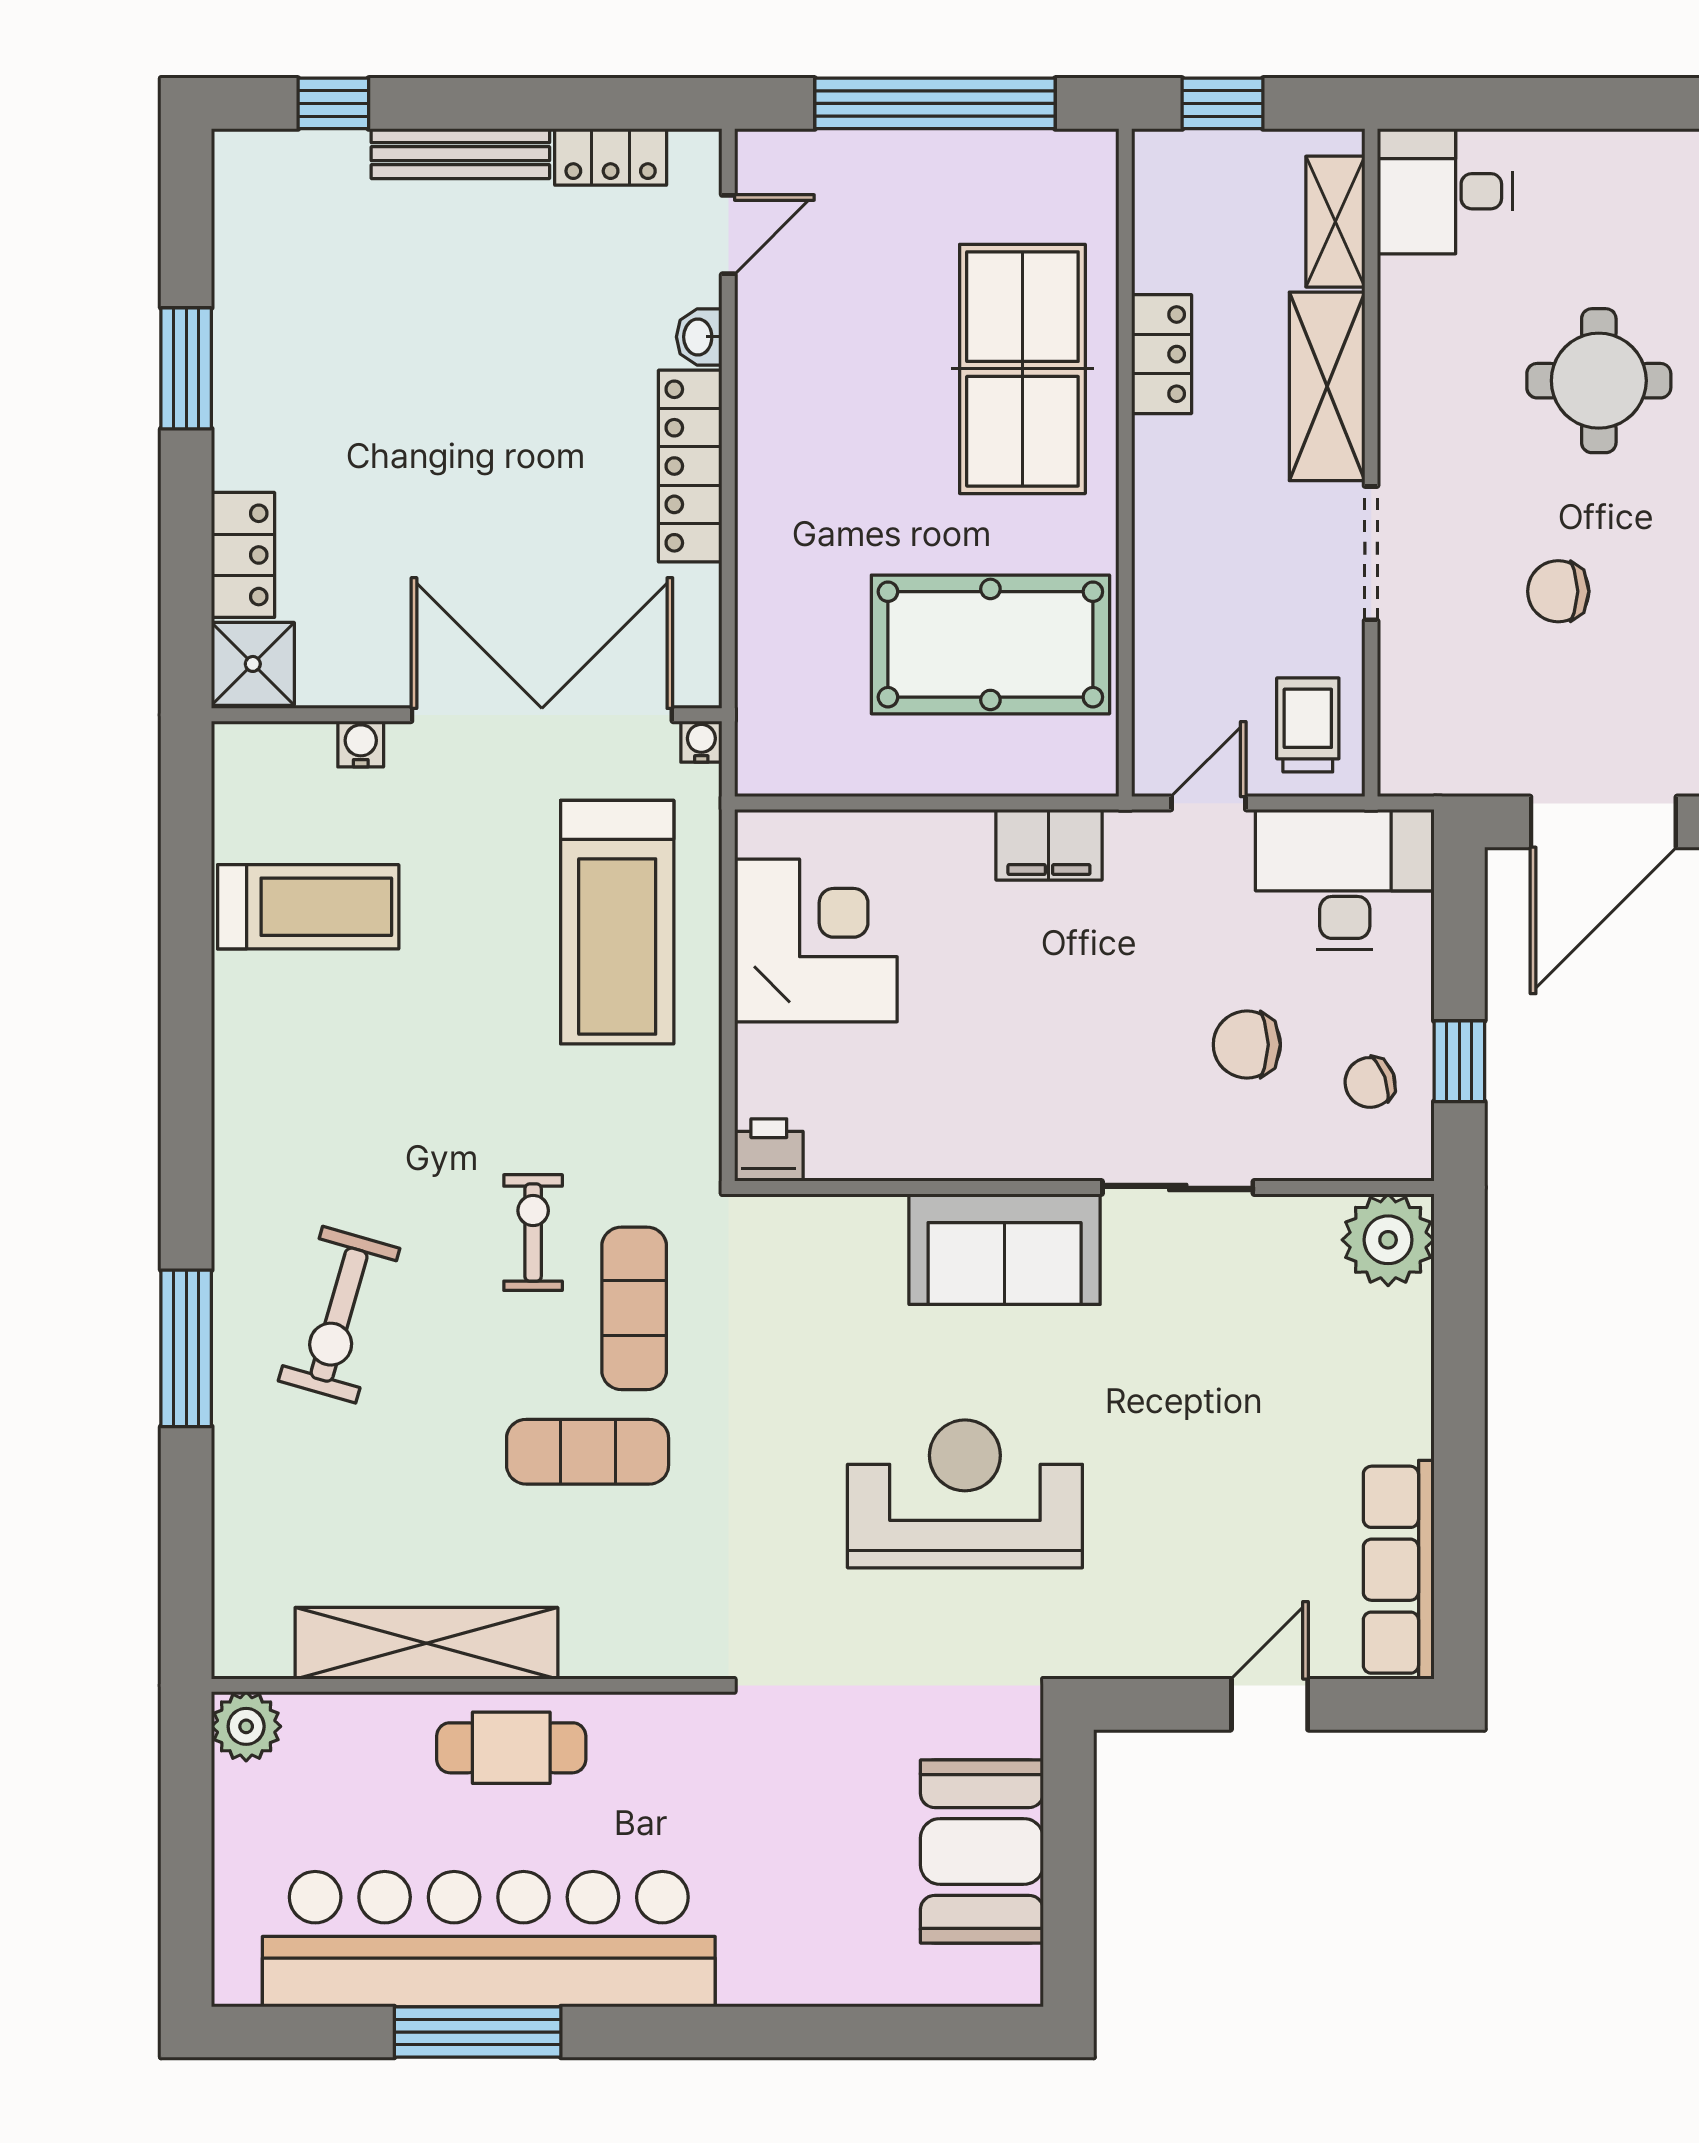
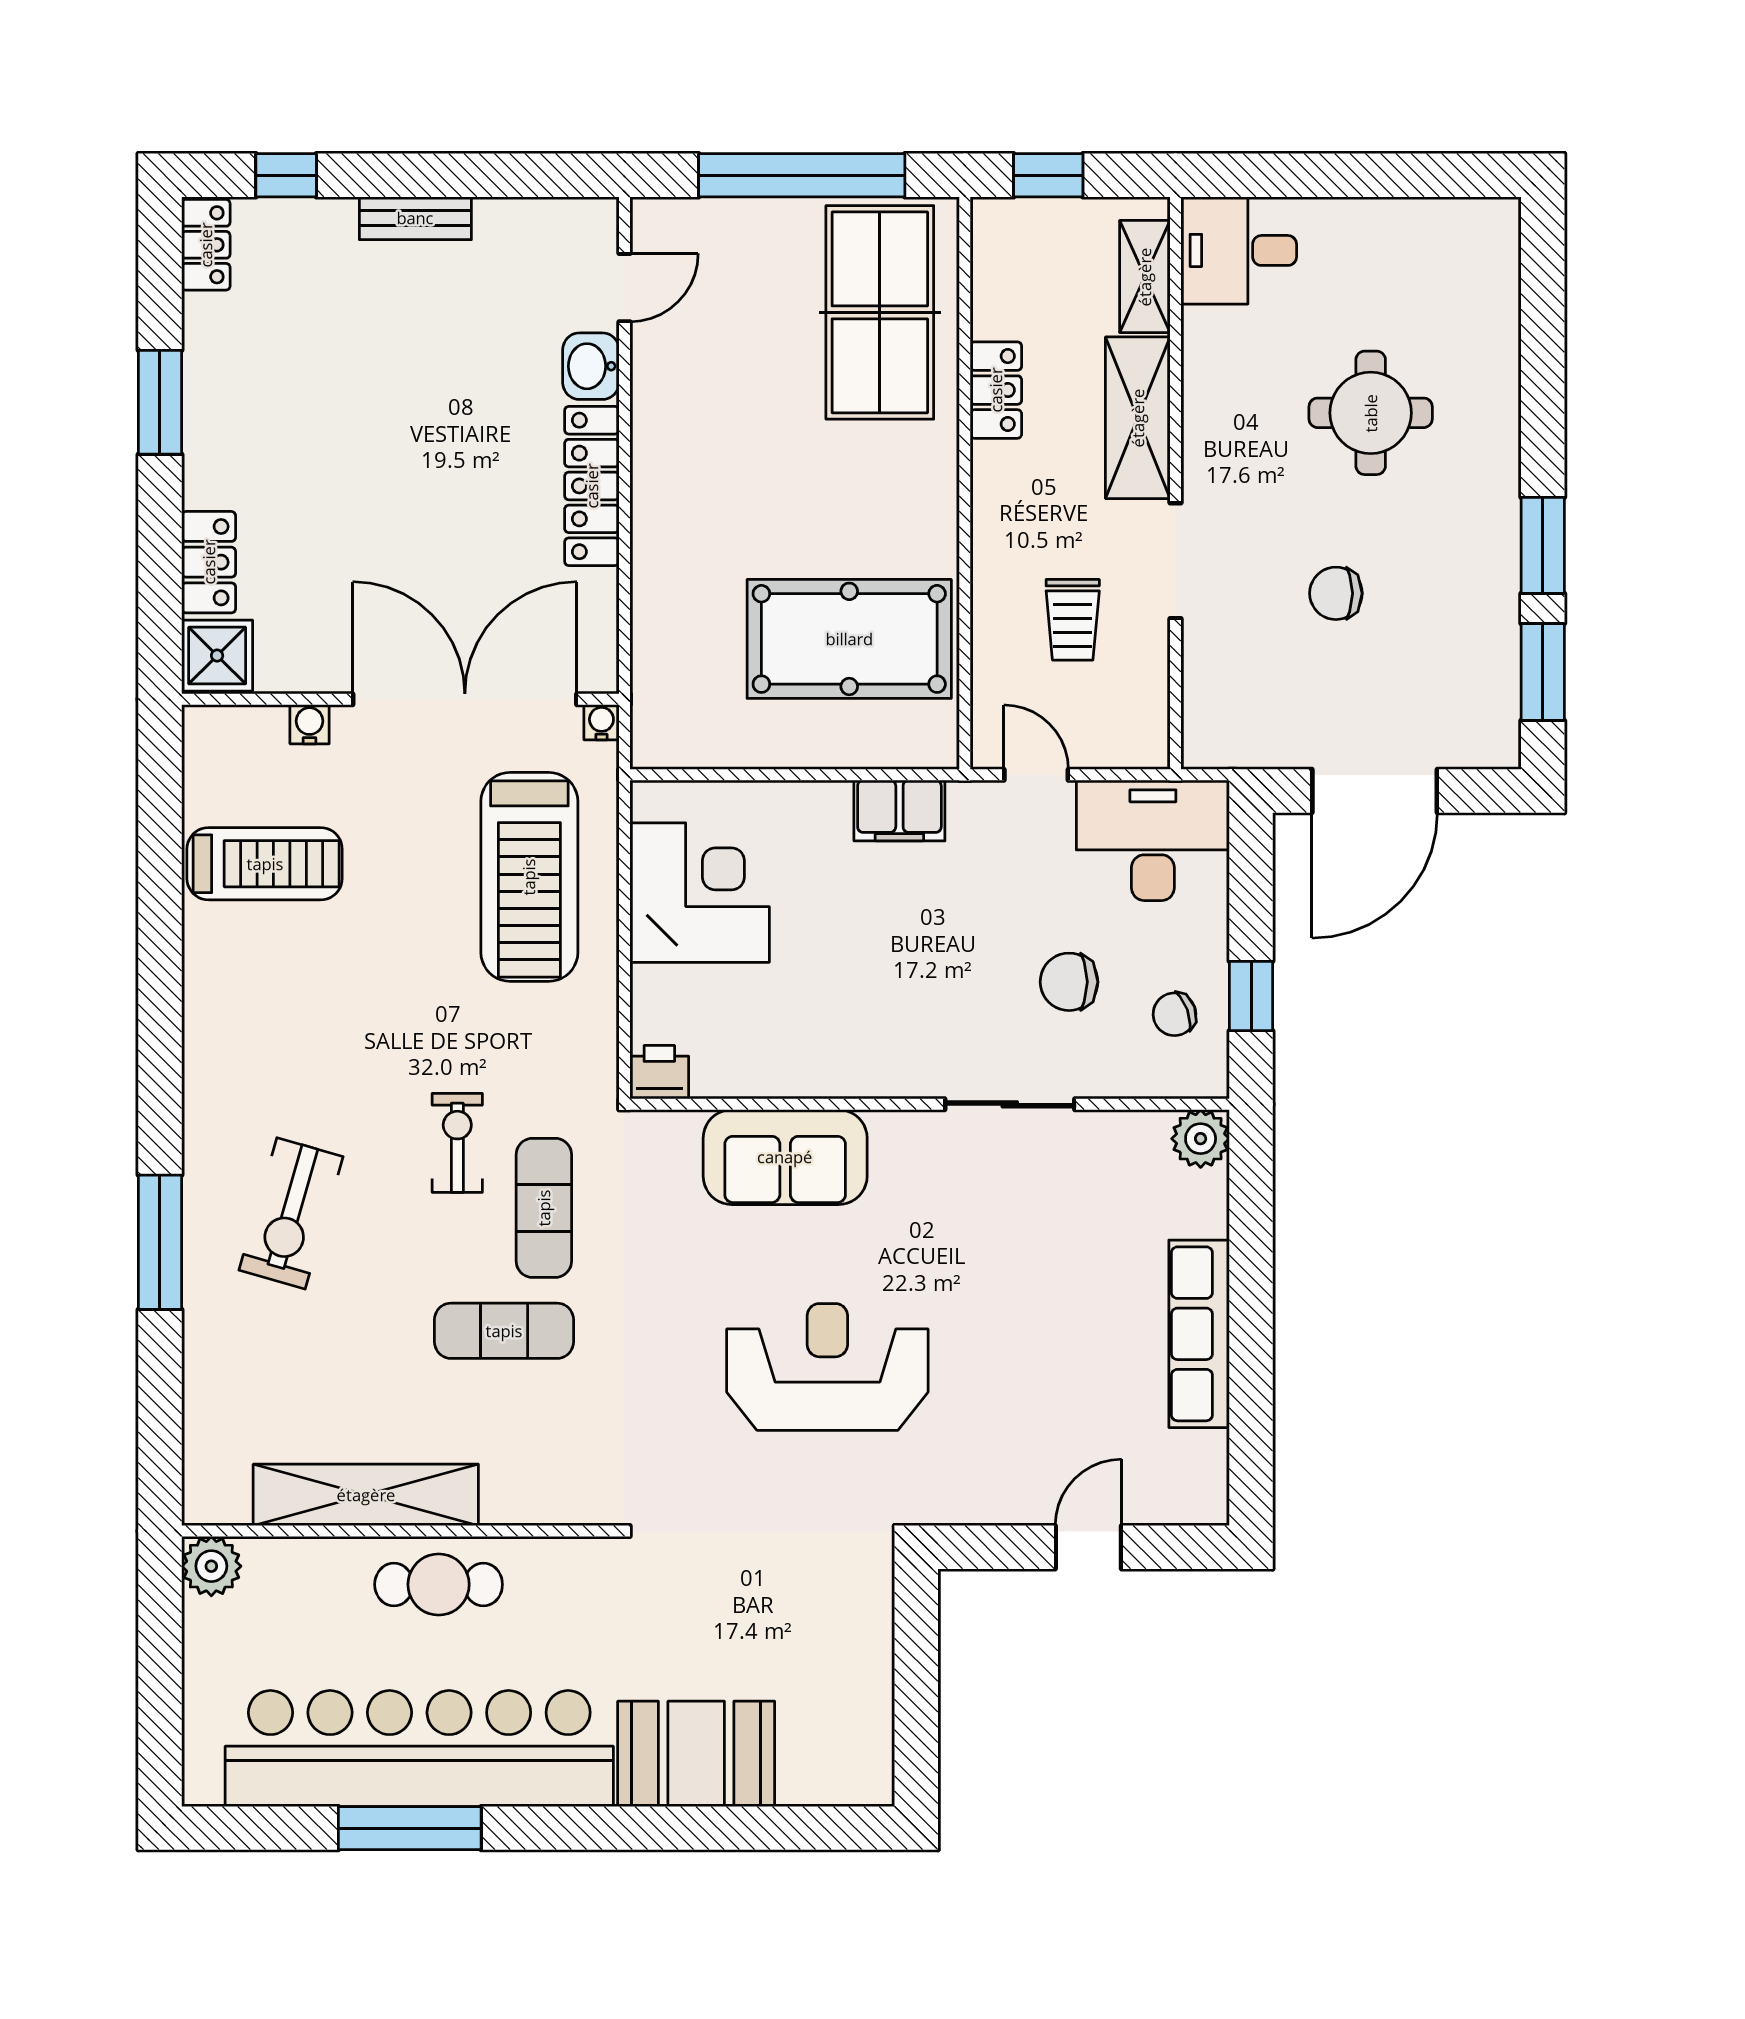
bench: (460, 154) -> (415, 218), width x0.73
locker: (611, 157) -> (206, 245), moved, turned -90
washbasin: (699, 337) -> (591, 366), width x1.38, depth x1.45
table tennis table: (1022, 369) -> (880, 312), moved
trolley: (1308, 725) -> (1073, 620), moved, turned 180
door: (1209, 803) -> (1036, 775), hinge flipped
plant: (1388, 1240) -> (1201, 1139), width x0.73, depth x0.73
sofa: (1005, 1249) -> (785, 1157), moved
row of seats: (1399, 1570) -> (1199, 1334), moved
booth: (982, 1851) -> (696, 1754), moved, turned 90

